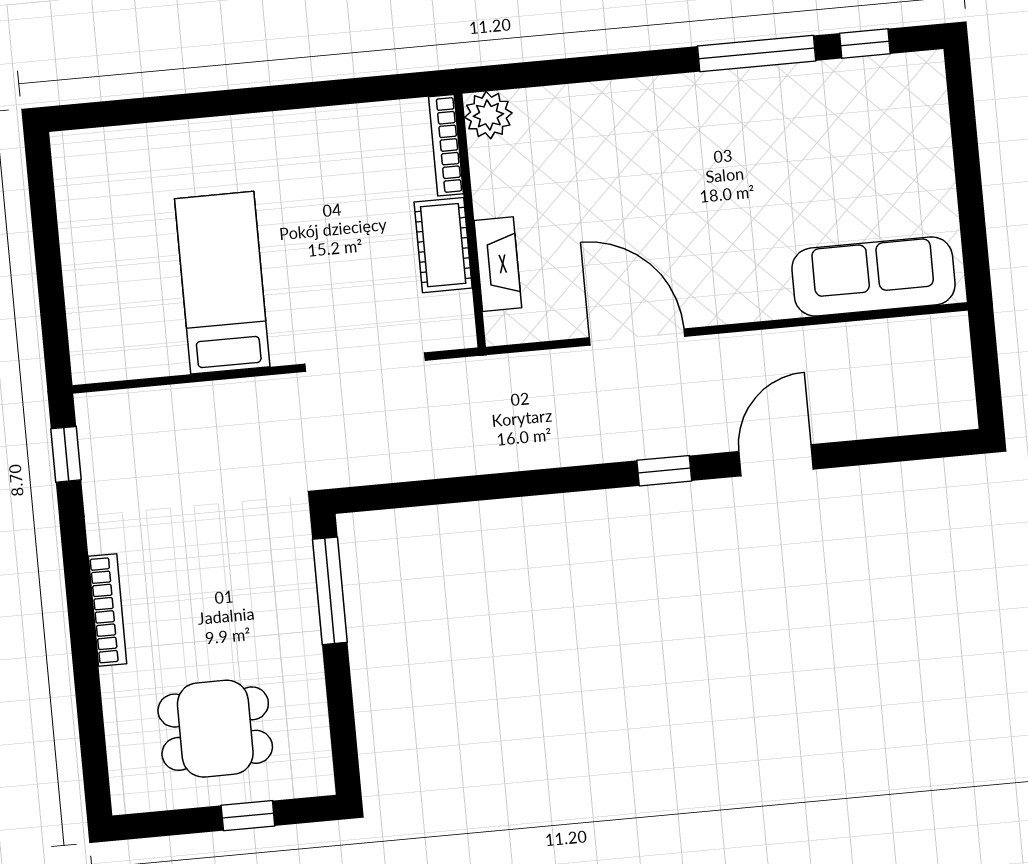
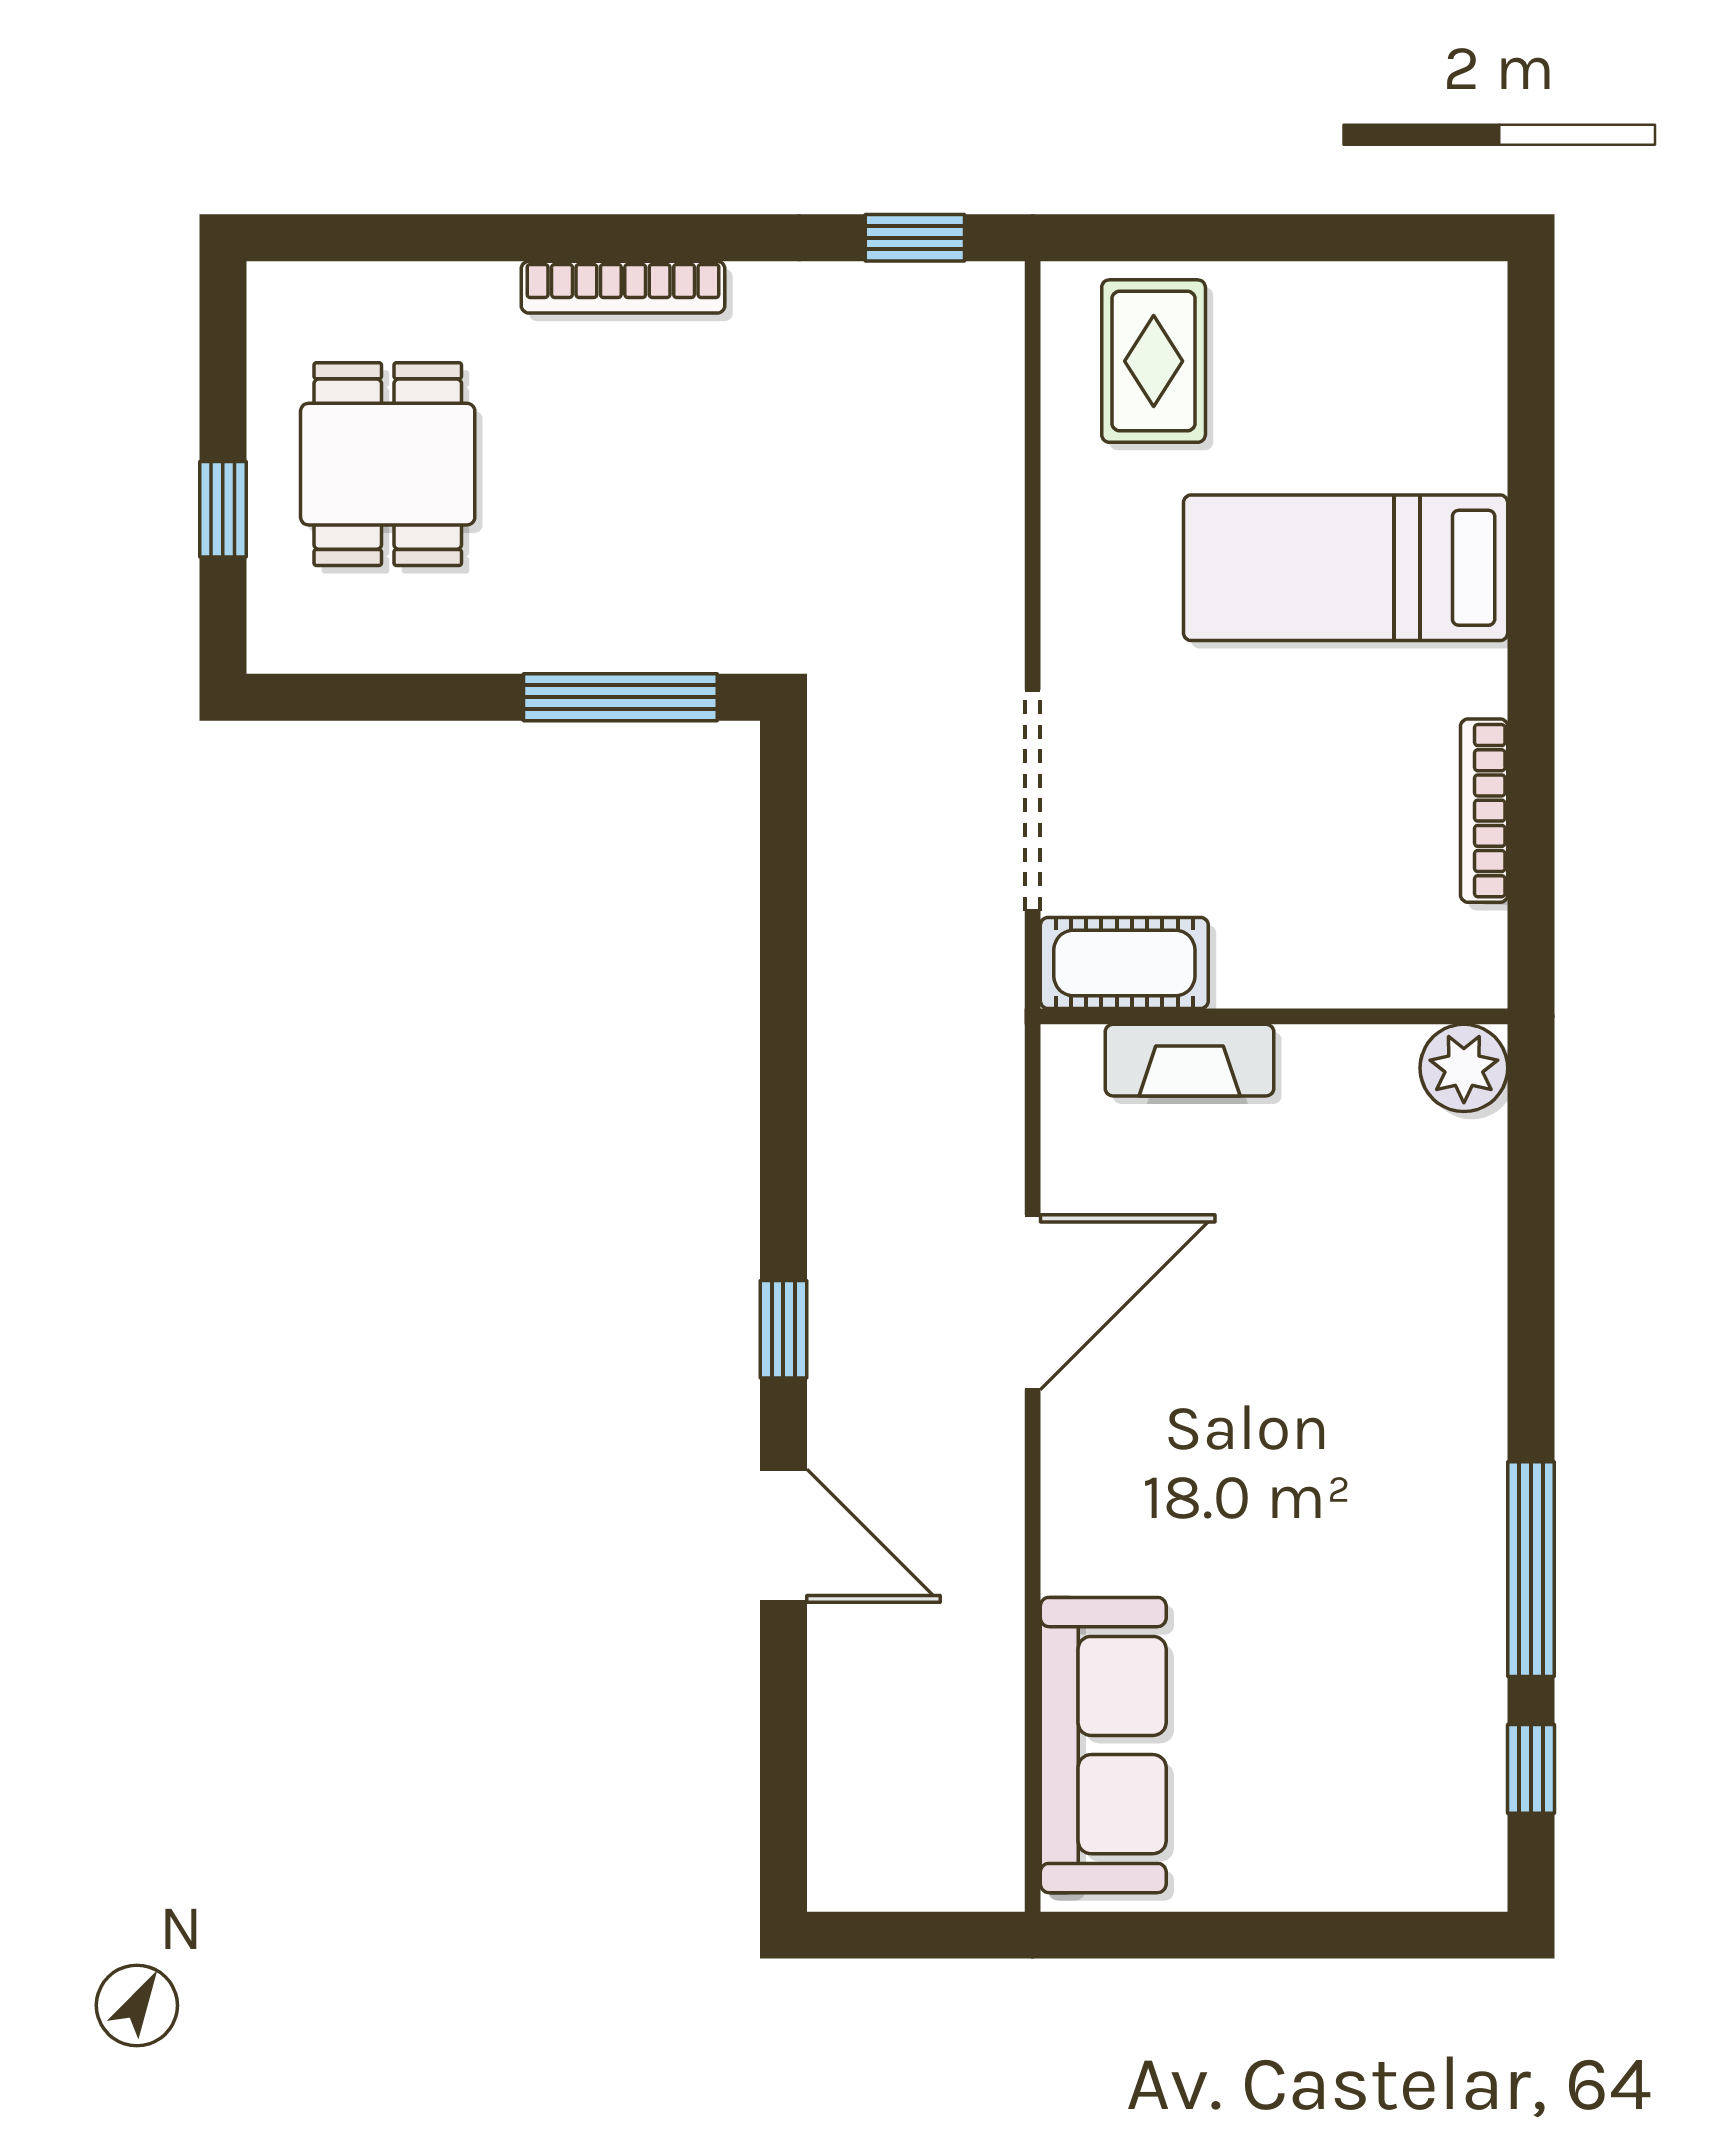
bookcase: (446, 145) -> (1484, 811), moved, turned -90
cot: (443, 245) -> (1124, 963), moved
bed: (222, 283) -> (1346, 568), moved, turned 180
rug: (121, 319) -> (1154, 361), added

